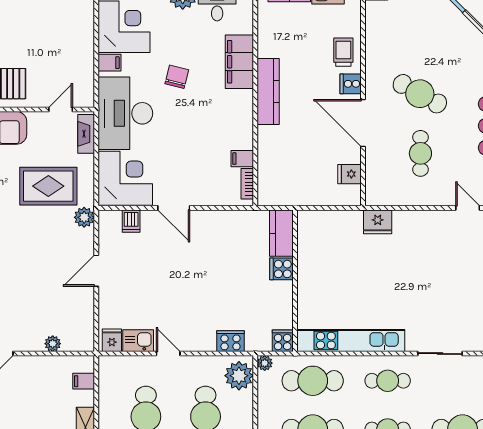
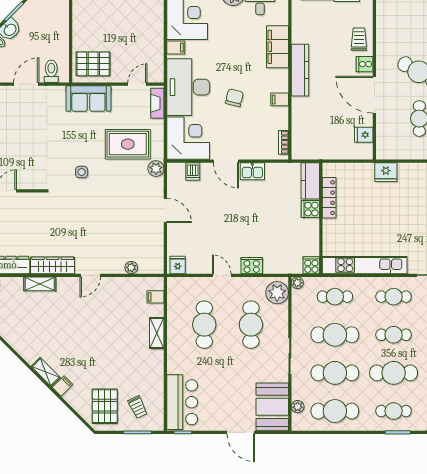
chair: (177, 77) -> (234, 98), moved
filing cabinet: (242, 159) -> (280, 99), moved
locker: (305, 254) -> (329, 198), added
door: (96, 271) -> (165, 210), swing flipped
kitchen sink: (138, 341) -> (252, 171), moved, turned 180
cooker: (230, 341) -> (252, 266), moved
cafe table: (313, 381) -> (335, 297), width x0.73, depth x0.74

